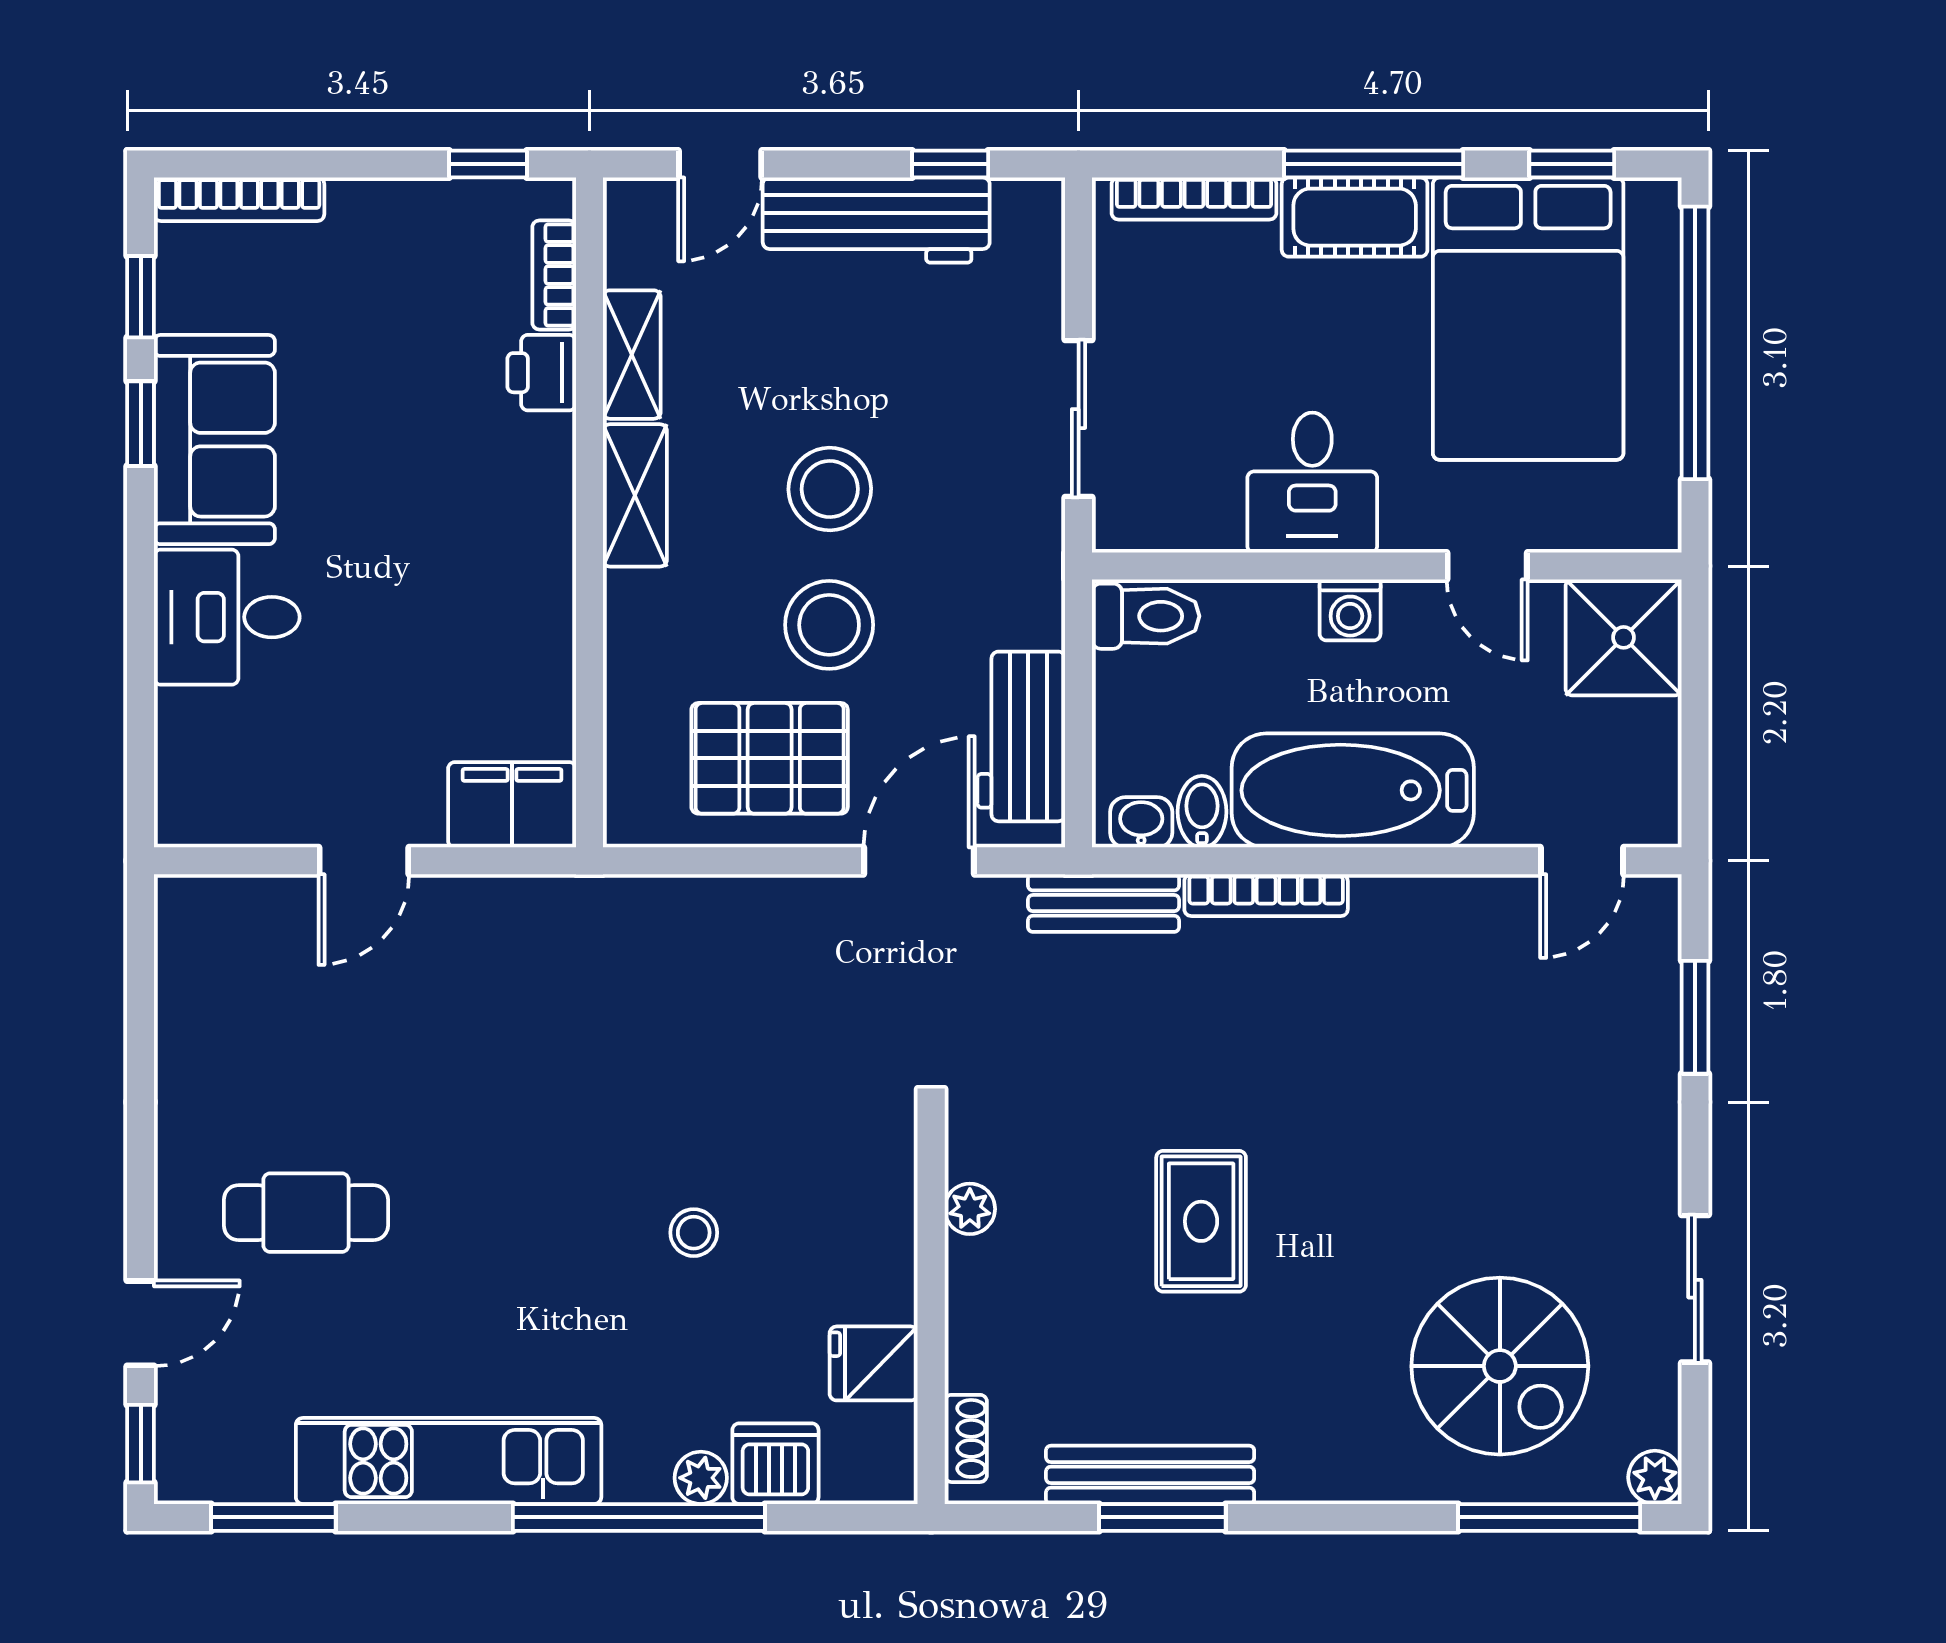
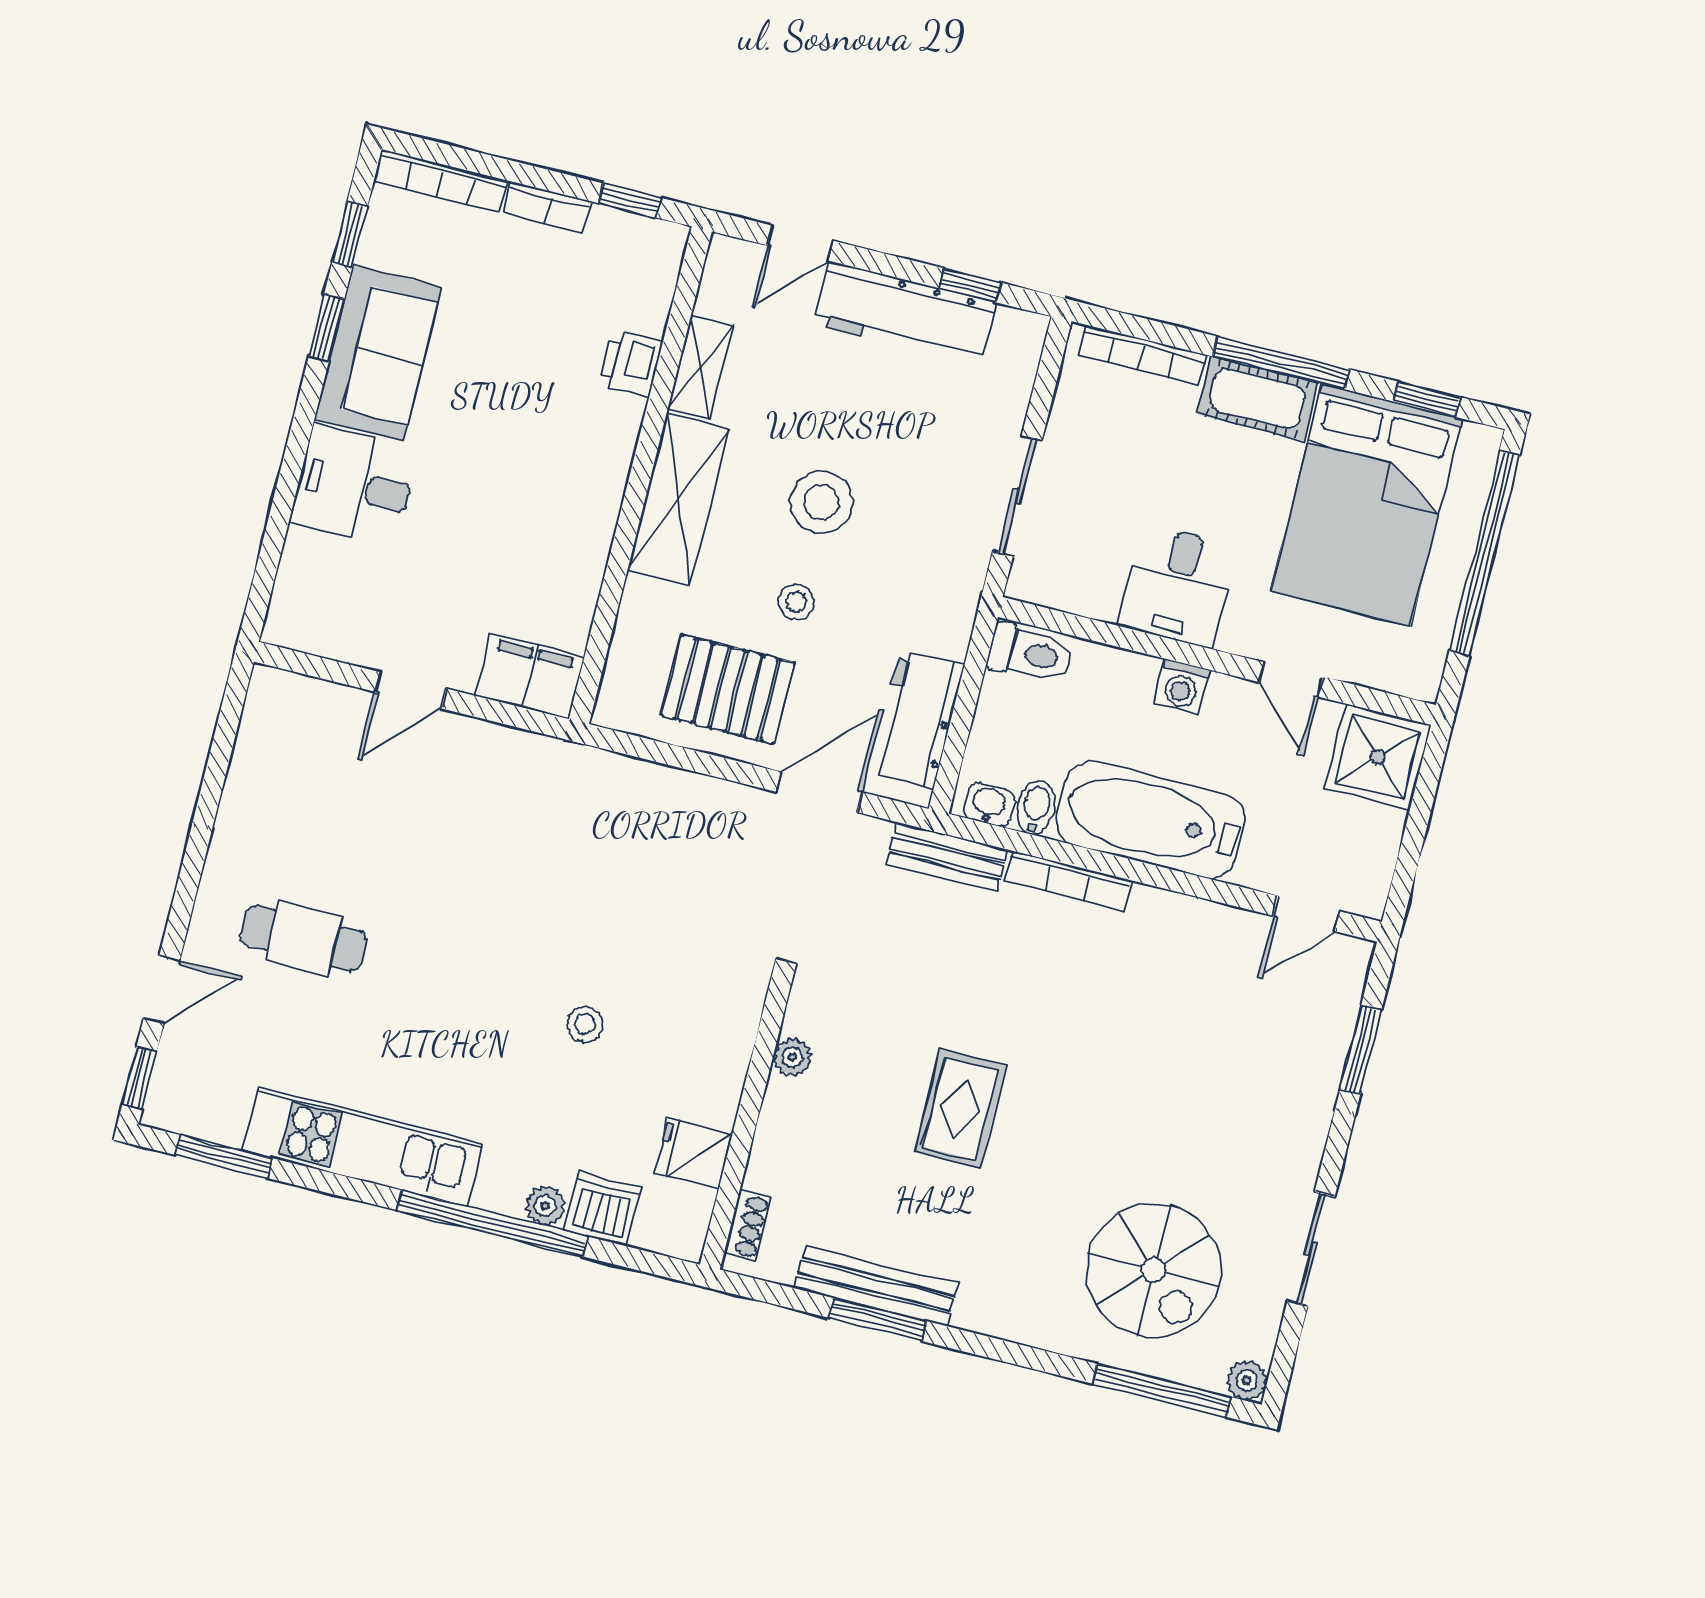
bookcase: (554, 275) -> (547, 207), moved, turned -90
shelving: (635, 495) -> (678, 499), width x1.50, depth x1.33
stool: (829, 625) -> (796, 602), width x0.53, depth x0.53

